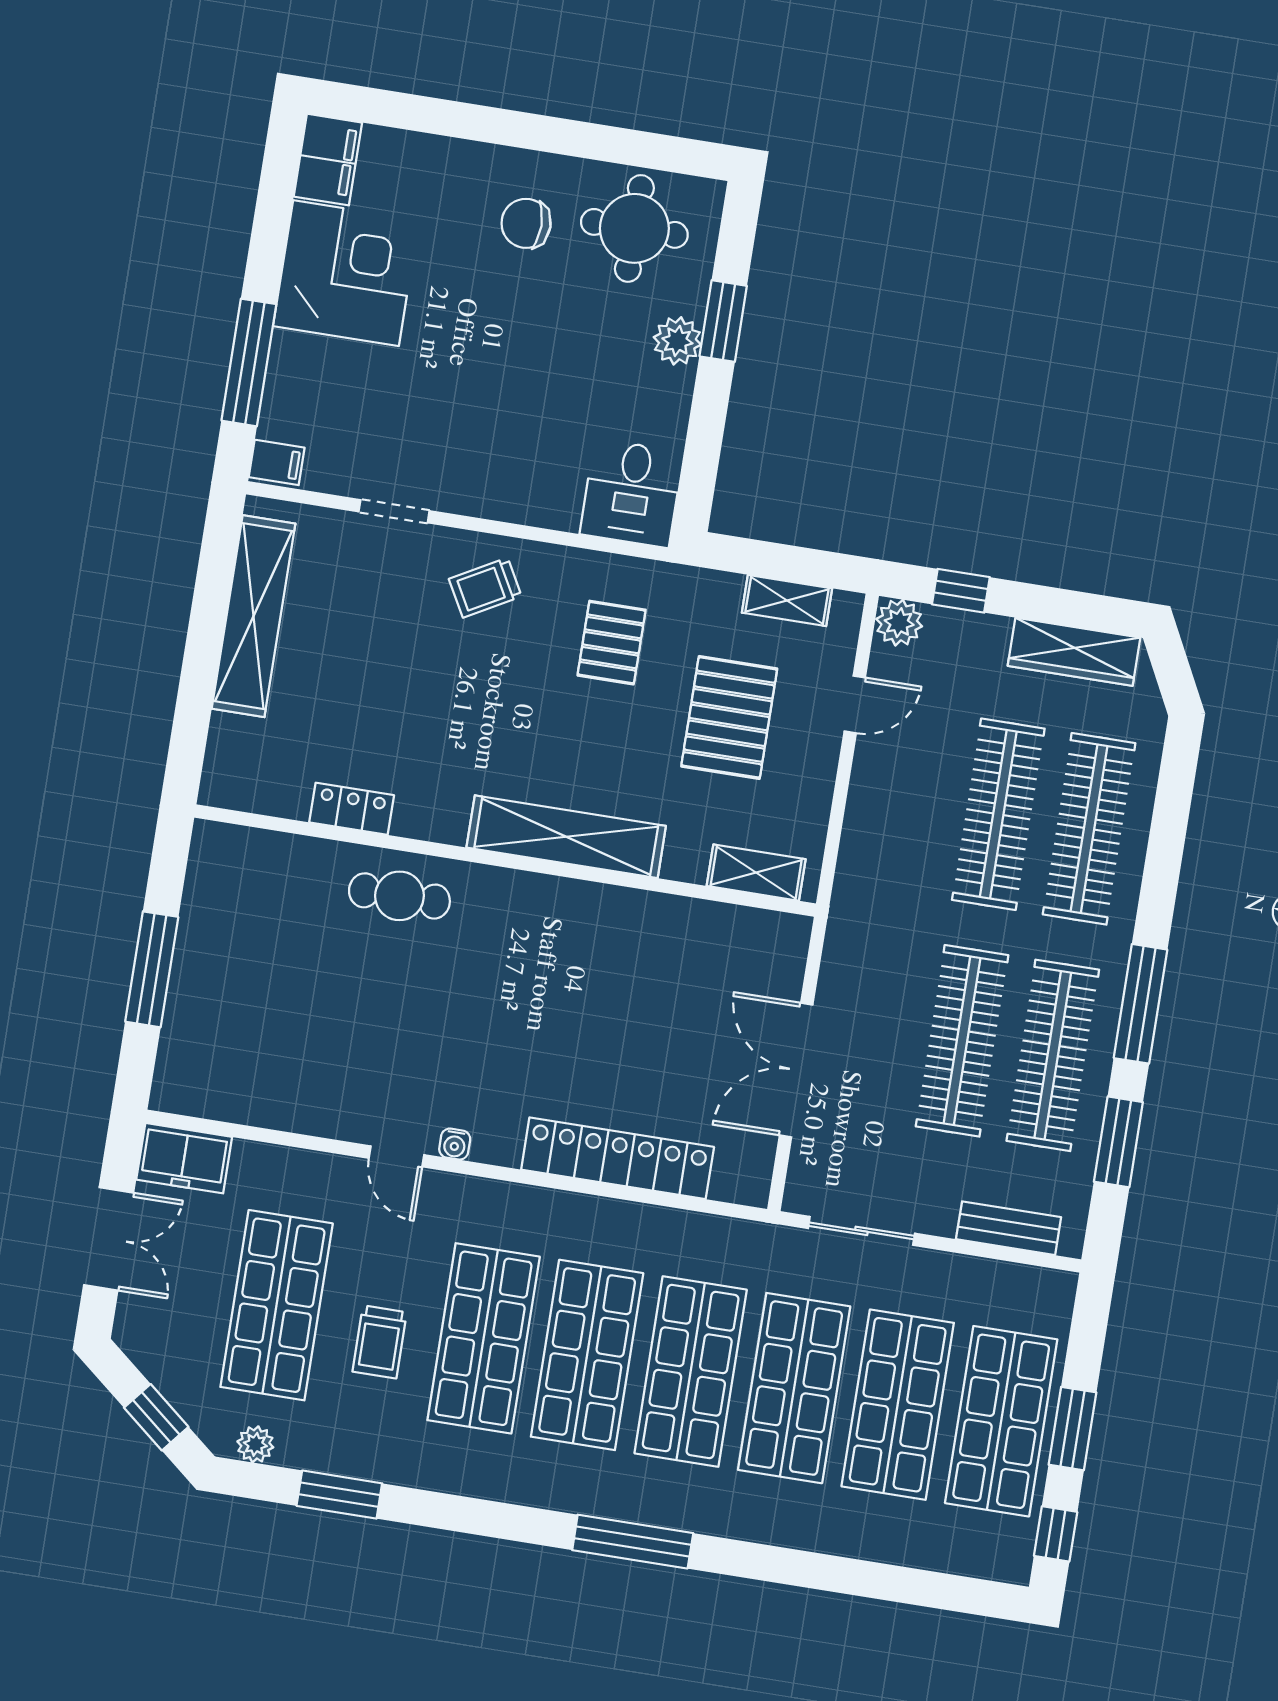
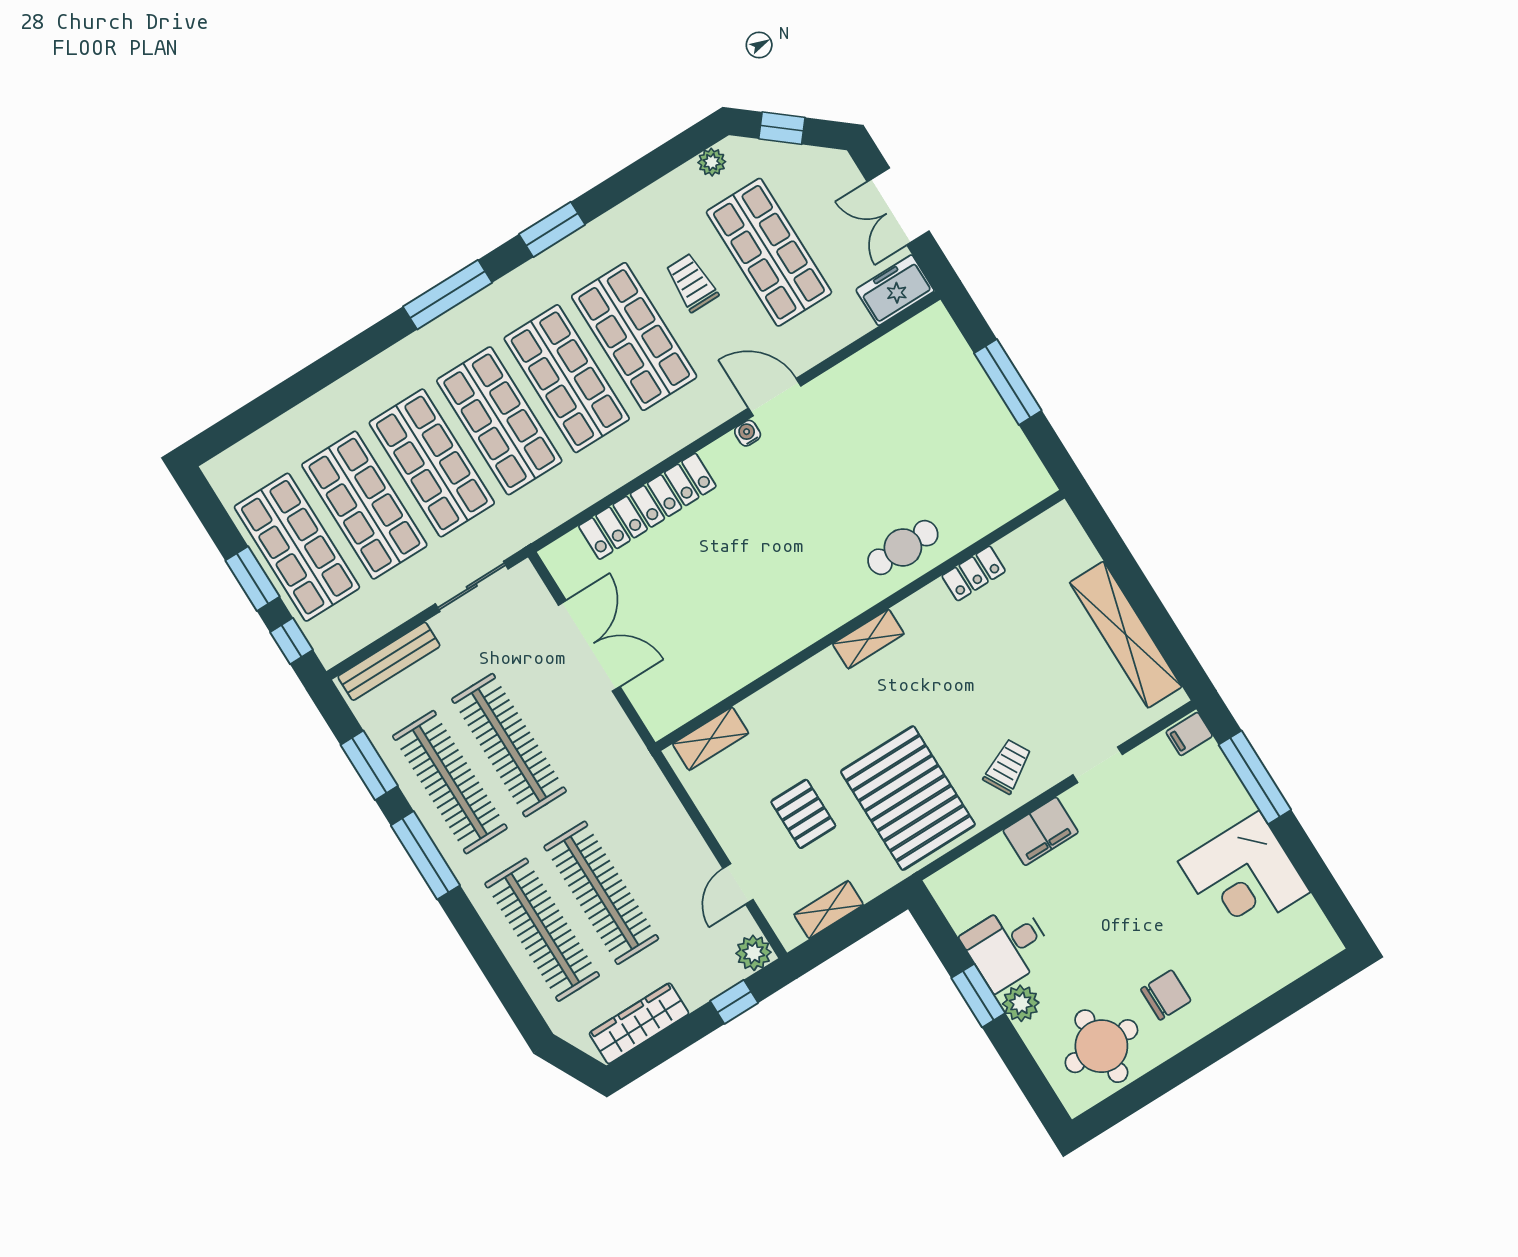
filing cabinet: (328, 160) -> (1041, 831), moved, turned -90
window: (723, 321) -> (978, 996), moved
desk: (632, 493) -> (1007, 946), moved, turned -90
pallet: (612, 643) -> (908, 798), width x2.05, depth x2.00
pallet: (729, 717) -> (803, 814), width x0.67, depth x0.71
shelving: (566, 837) -> (868, 639), width x0.45, depth x0.75
door: (397, 1156) -> (775, 397), width x1.38
bench: (1009, 1228) -> (389, 661), width x1.36
window: (339, 1495) -> (552, 229), moved
window: (1056, 1534) -> (292, 641), moved

